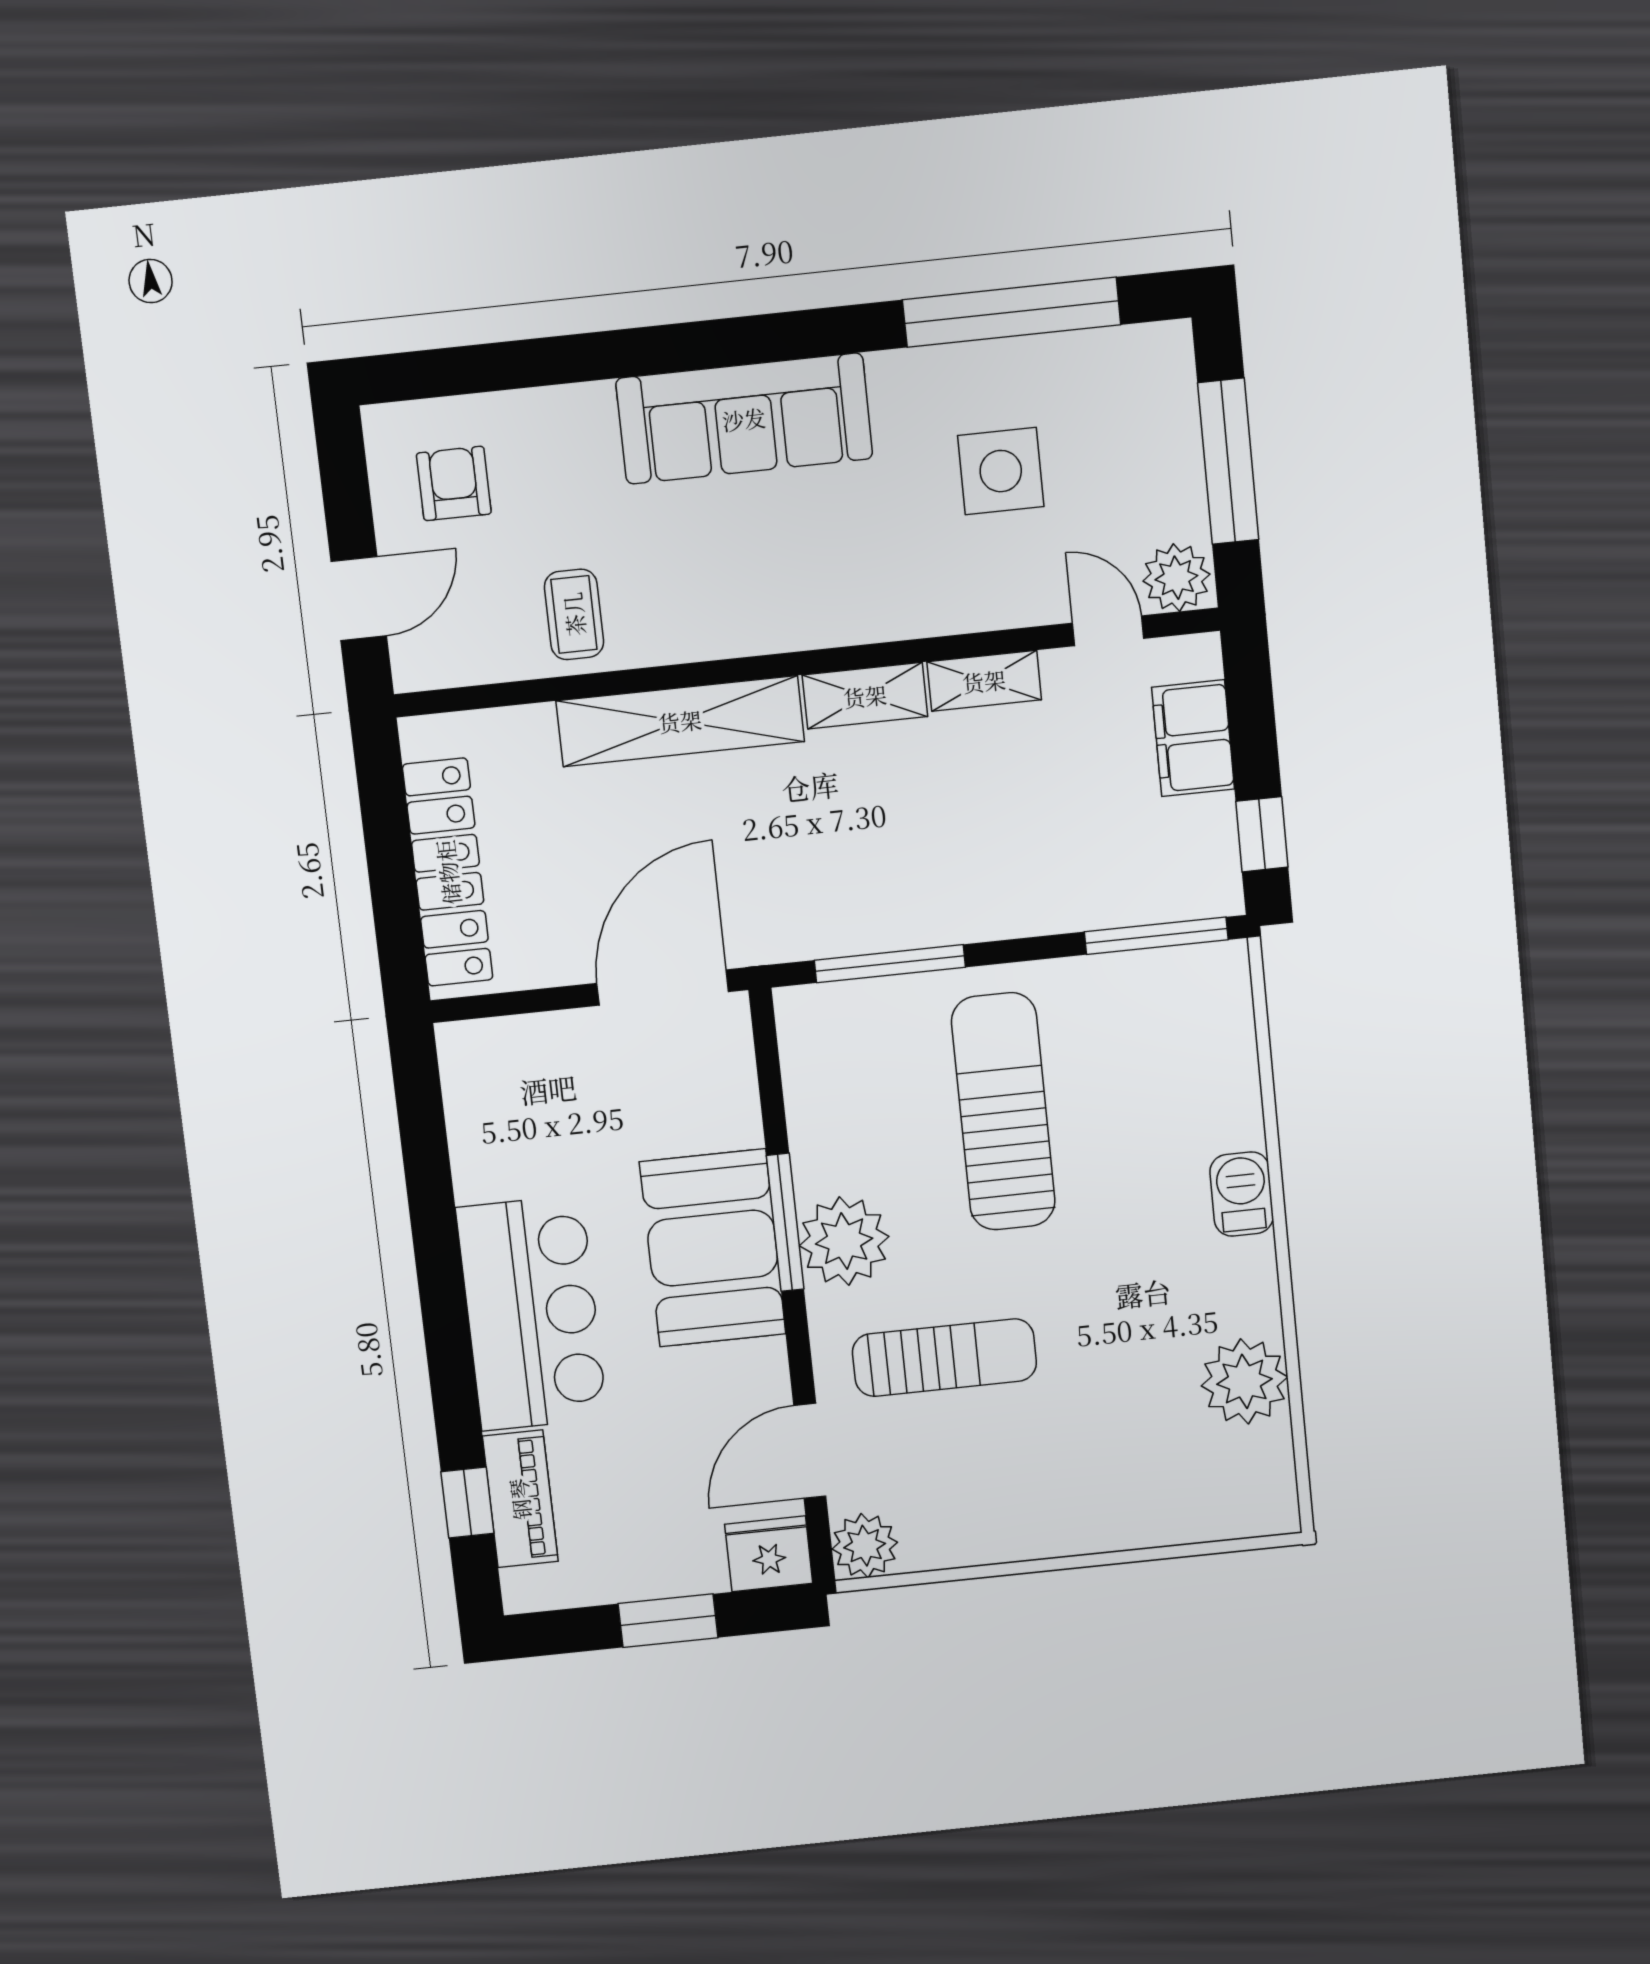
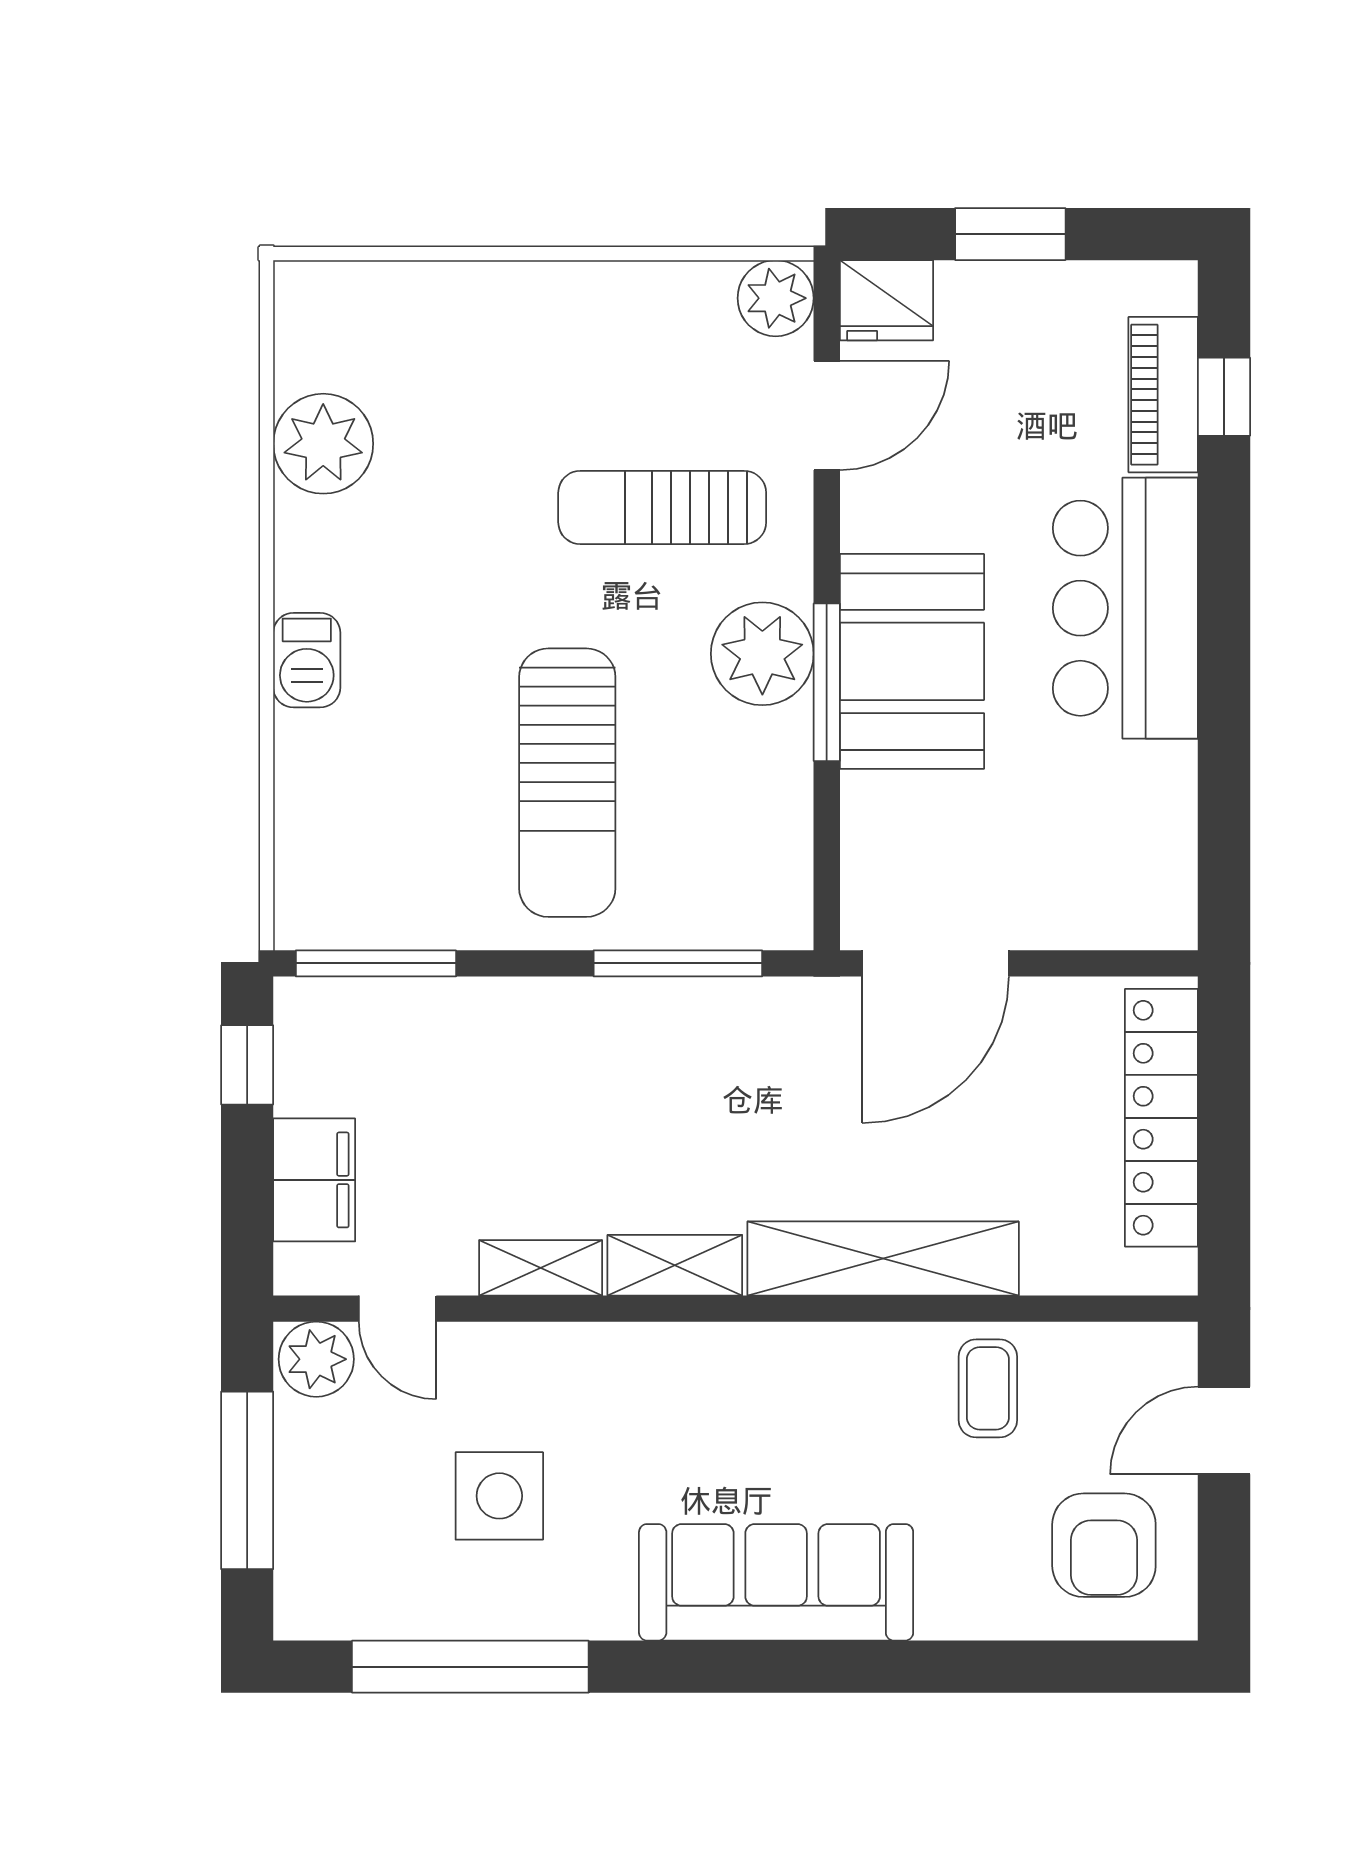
armchair: (454, 483) -> (1104, 1545), width x1.38, depth x1.38

